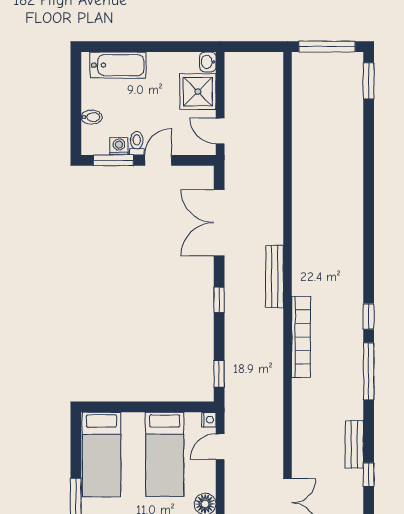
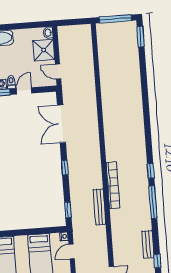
bench: (275, 276) -> (99, 207), moved

